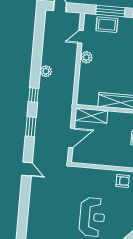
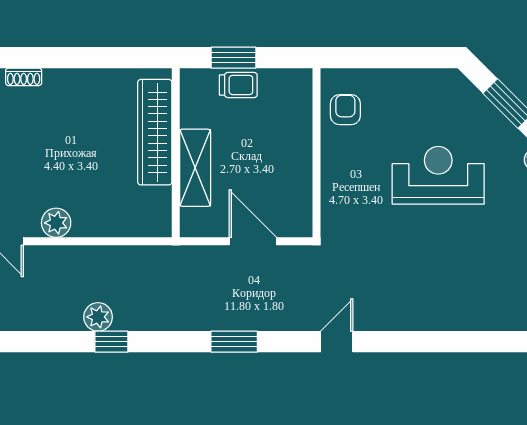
window: (34, 95) -> (111, 342), moved
shelving: (91, 116) -> (195, 168), moved

